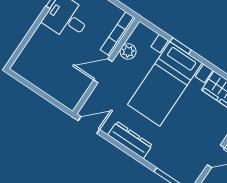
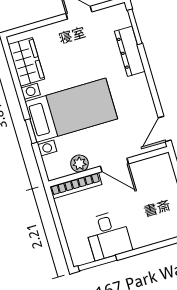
door: (89, 125) -> (165, 129), hinge flipped
dresser: (130, 140) -> (130, 51), moved

